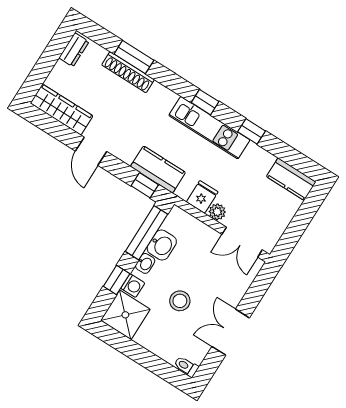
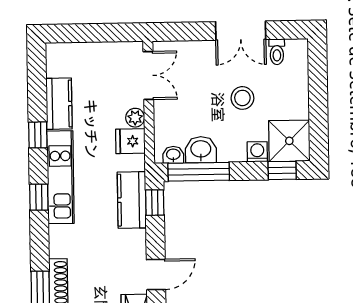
kitchen counter: (291, 179) -> (59, 104), moved
washbasin: (145, 263) -> (173, 155), moved
window: (117, 280) -> (282, 170), moved
toilet: (186, 366) -> (277, 52), moved

